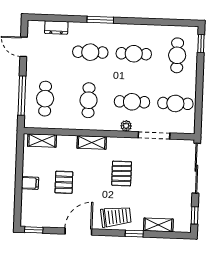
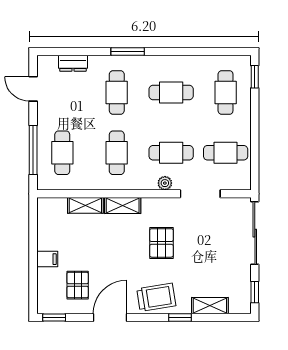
cafe table: (90, 52) -> (117, 92), turned 90
shelving: (42, 141) -> (85, 205), moved
pallet: (64, 182) -> (78, 285), moved

